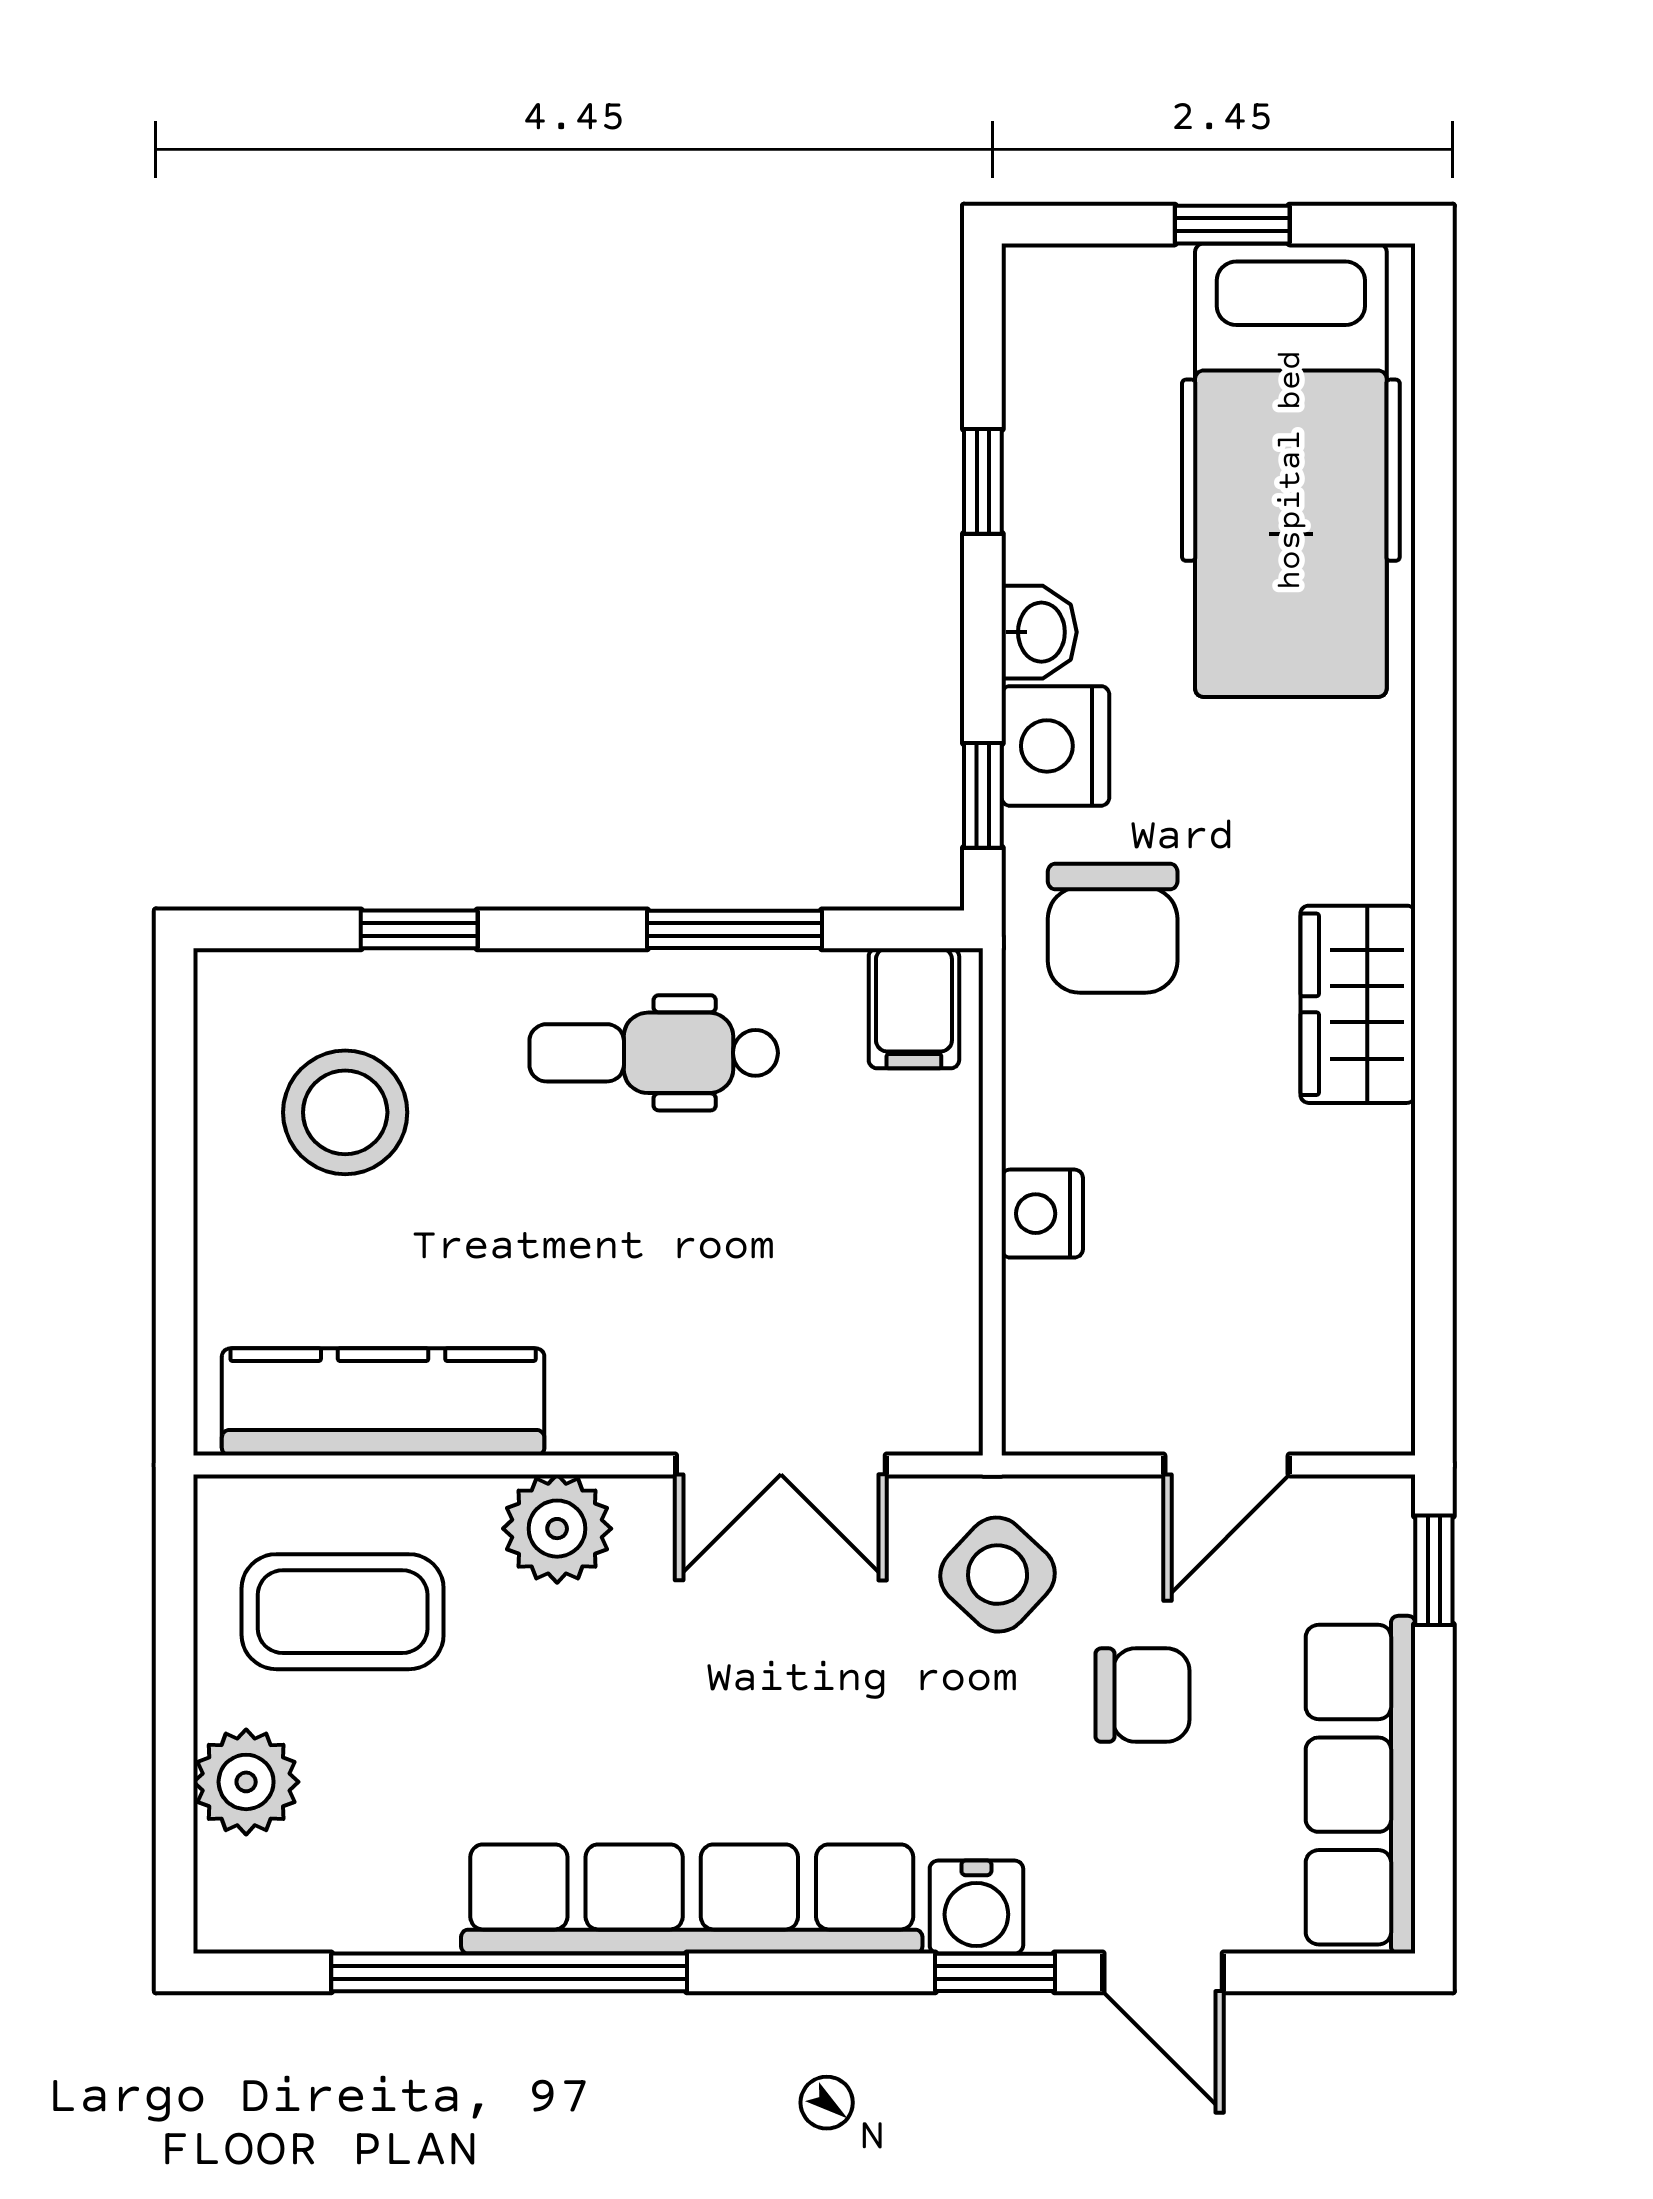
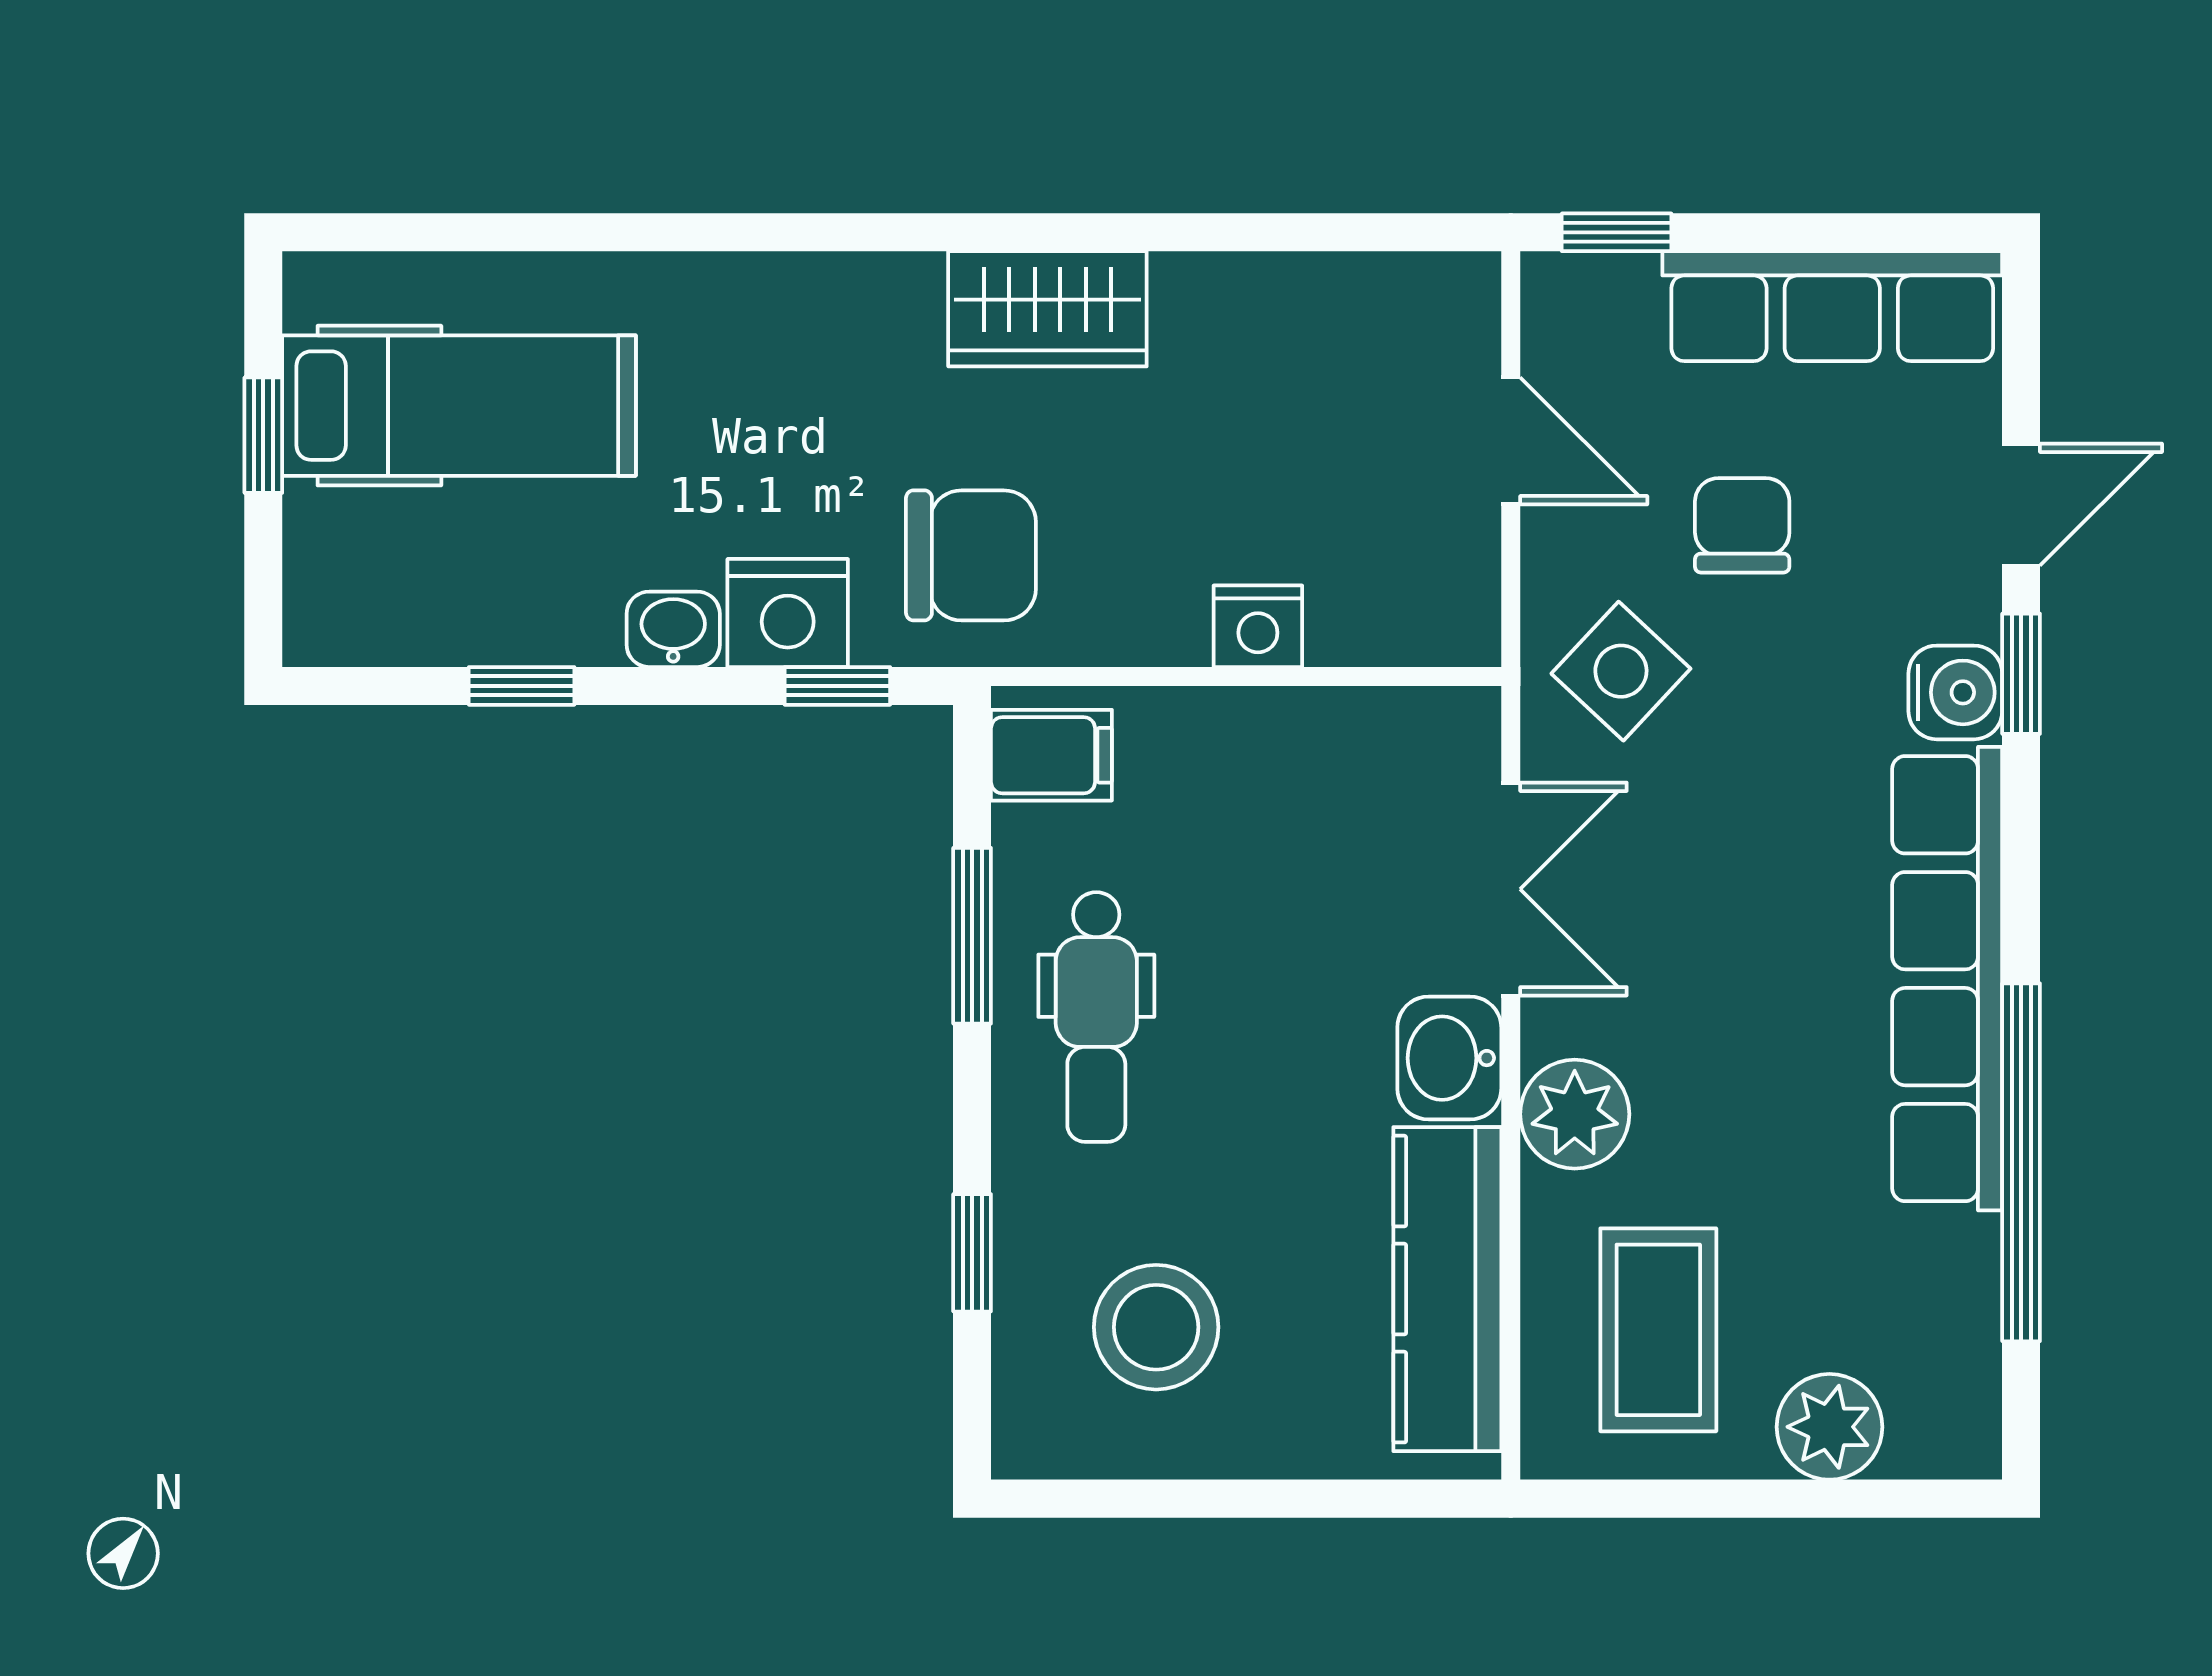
hospital bed: (1291, 470) -> (459, 406), width x0.73, depth x0.78
washbasin: (613, 1404) -> (1449, 1058), added

